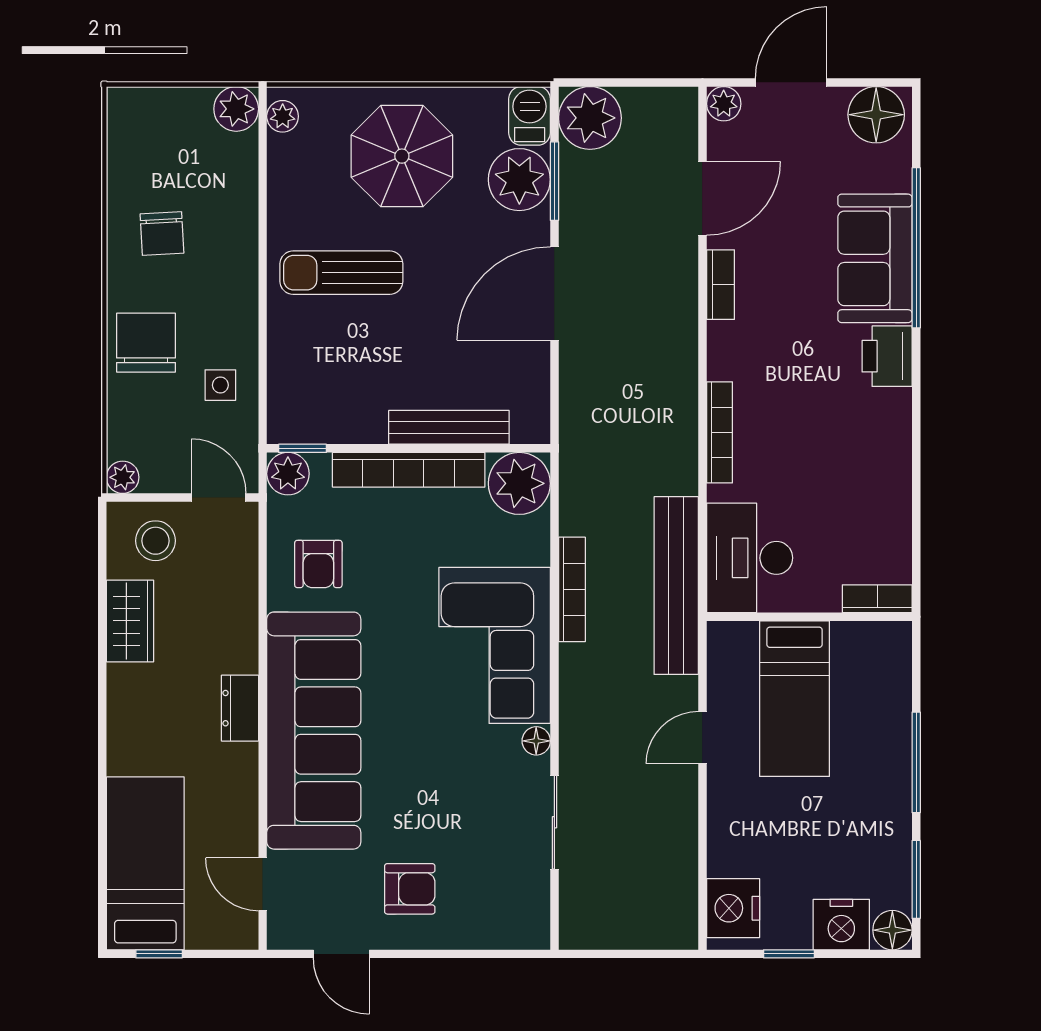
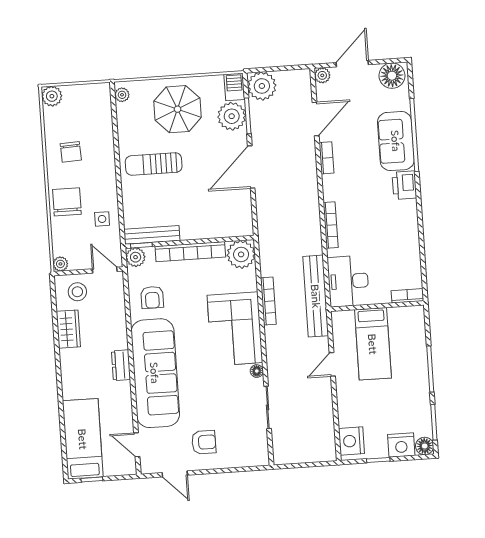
plant: (236, 109) -> (52, 96), moved
bench: (449, 427) -> (152, 235), moved

